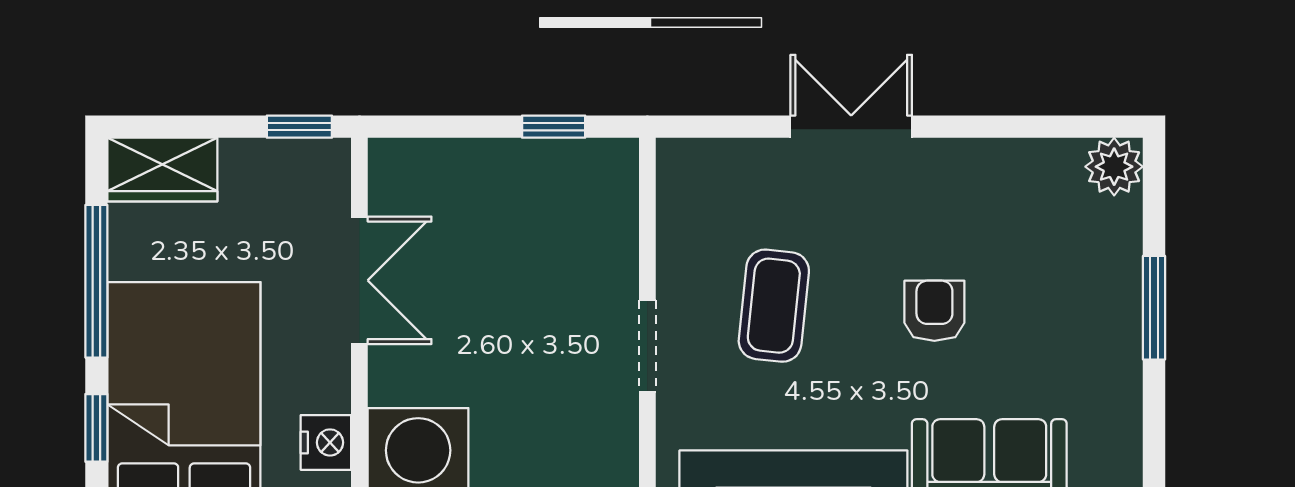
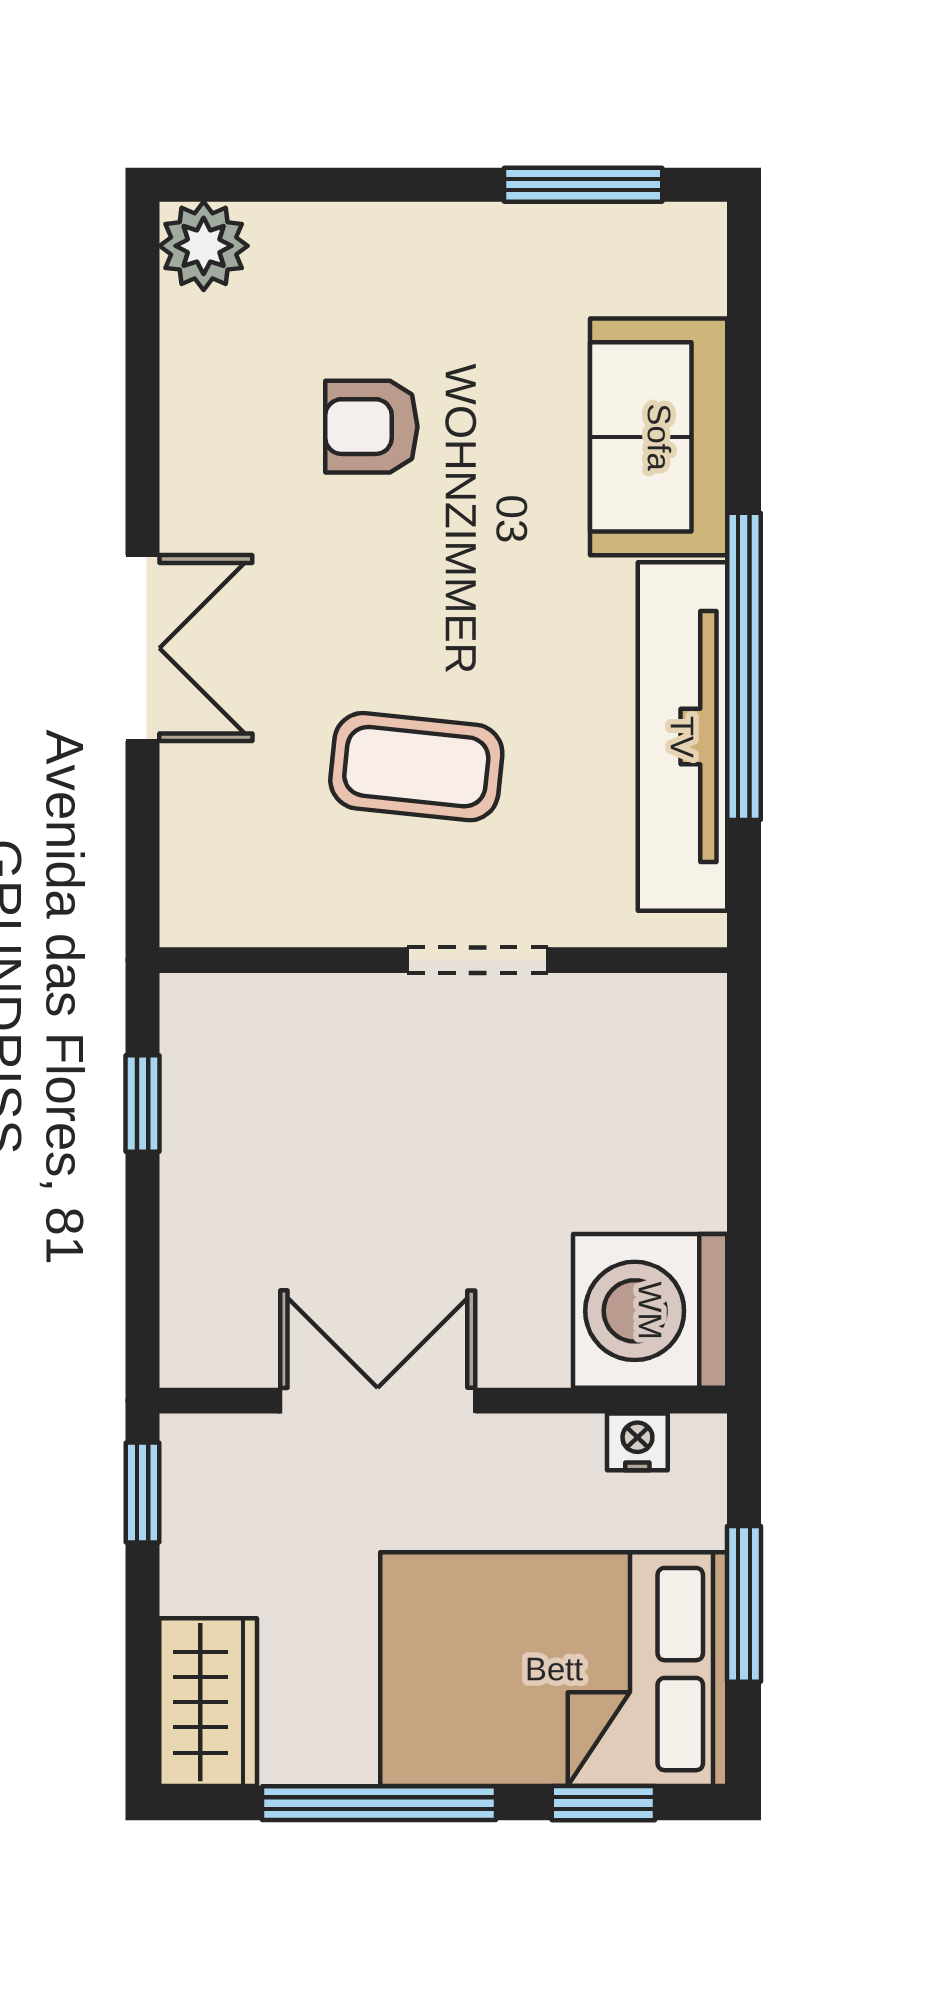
double door: (851, 127) -> (142, 648), swing flipped
window: (1154, 308) -> (583, 185), moved
armchair: (934, 311) -> (371, 427), moved
nightstand: (326, 442) -> (637, 1442), width x0.72, depth x0.74

